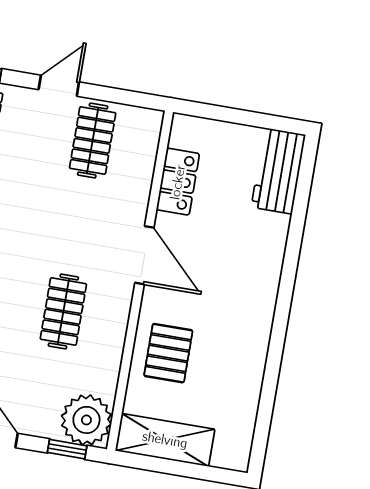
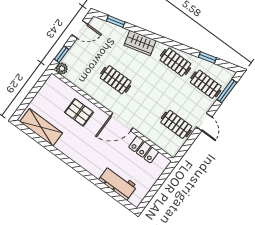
workbench: (278, 171) -> (118, 183), moved
plant: (86, 420) -> (62, 69), width x0.53, depth x0.53
shelving: (165, 440) -> (41, 127), moved, turned 90

